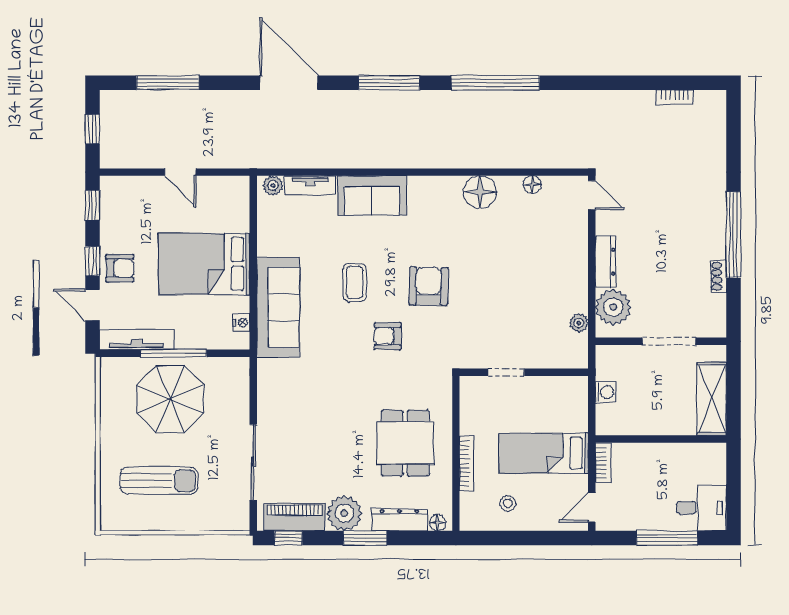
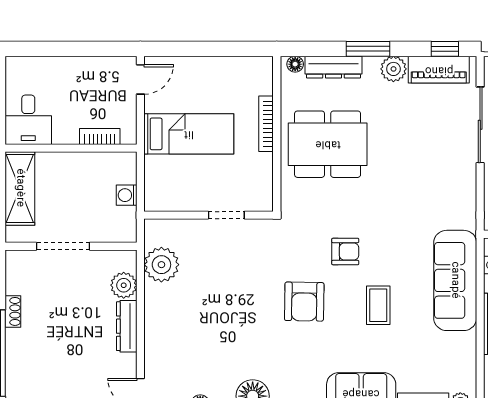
plant: (613, 307) -> (124, 285), width x0.73, depth x0.73
plant: (579, 323) -> (161, 265), width x1.87, depth x1.87
dining table: (405, 443) -> (328, 144), width x1.38
bookcase: (603, 463) -> (100, 136), moved, turned 90
stool: (508, 503) -> (225, 84), removed
desk: (702, 508) -> (28, 120), moved, turned -90
plant: (344, 513) -> (393, 69), width x0.73, depth x0.73
window: (667, 538) -> (65, 49), removed

